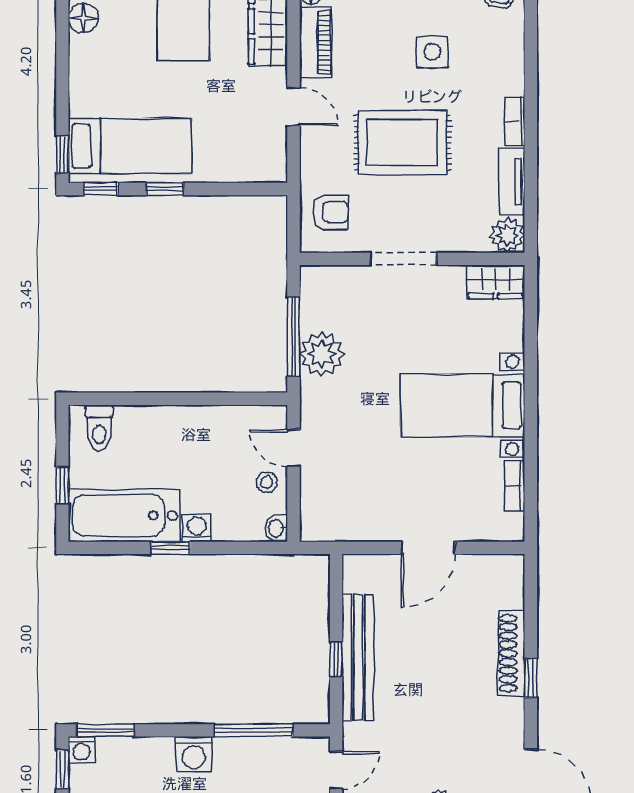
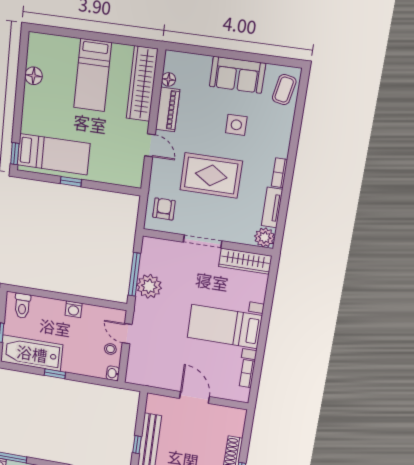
window: (101, 189) -> (35, 176), removed
armchair: (331, 212) -> (164, 209), turned -90
wardrobe: (495, 282) -> (245, 261), width x1.50
washing machine: (197, 528) -> (74, 309), moved, turned 180
door: (428, 548) -> (195, 397), swing flipped

